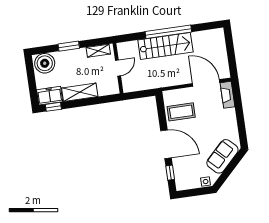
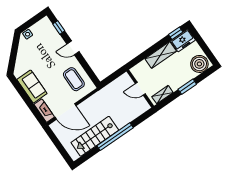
stairs: (165, 46) -> (95, 136), moved
door: (118, 68) -> (140, 89), hinge flipped
coffee table: (181, 112) -> (74, 79), turned 90
door: (166, 144) -> (73, 48), width x0.53
sofa: (222, 156) -> (32, 87), moved, turned -45

